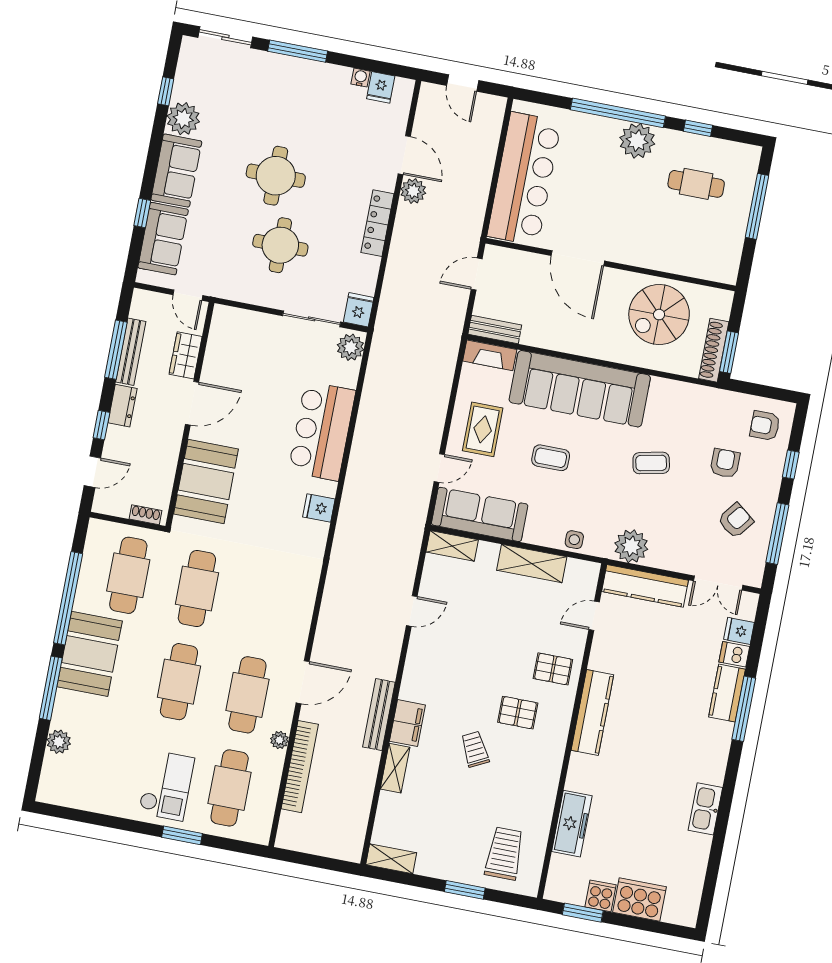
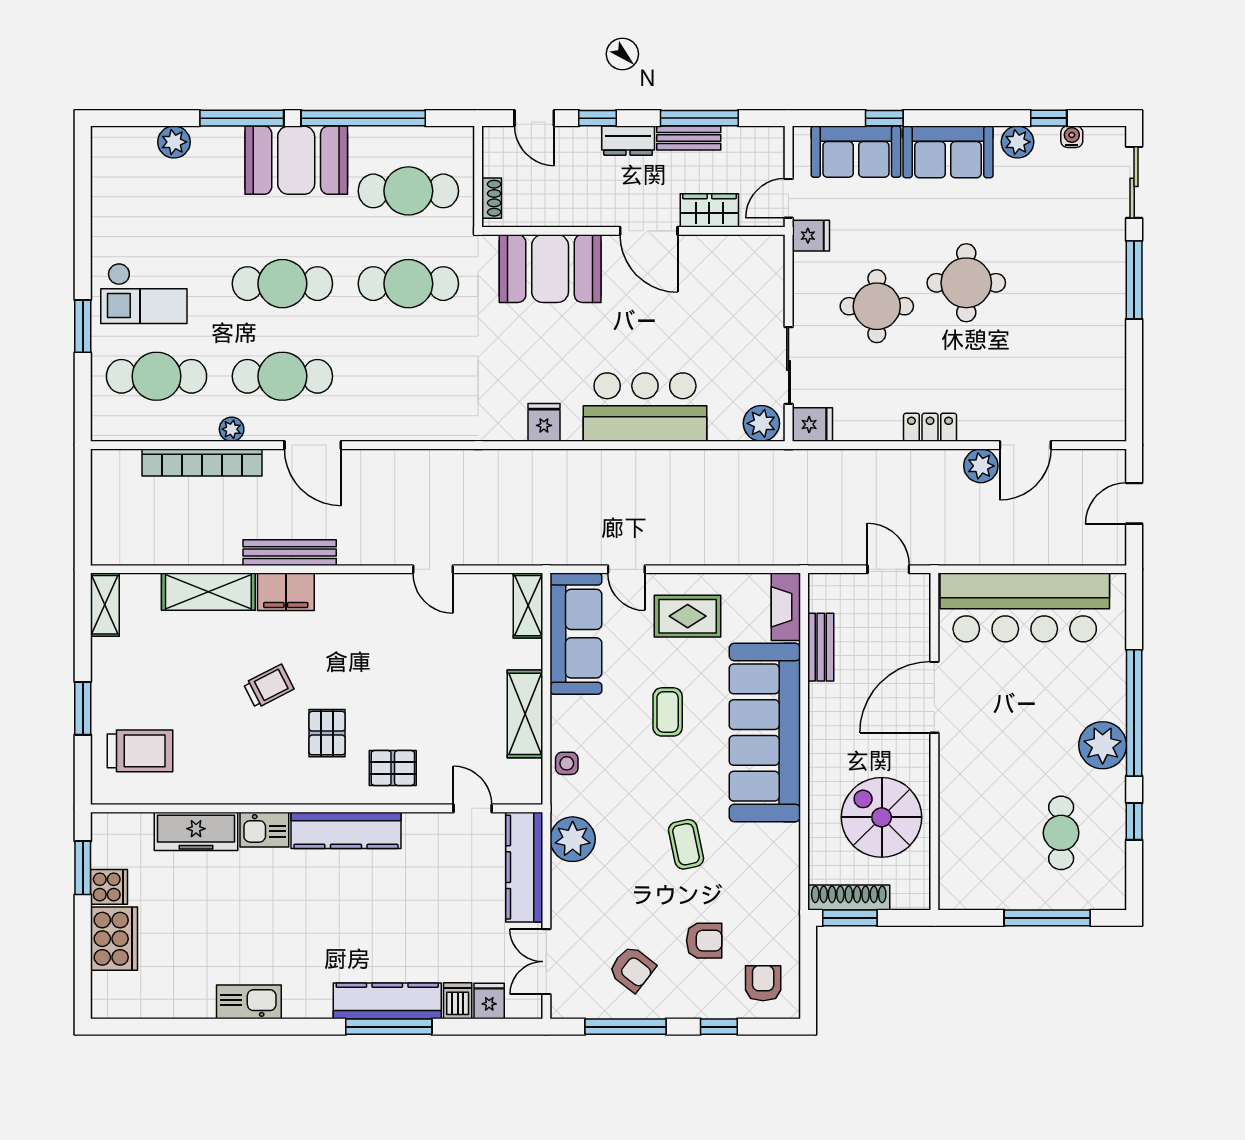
water cooler: (360, 78) -> (1072, 137), moved, turned -90
fridge: (381, 87) -> (811, 236), moved, turned 180
plant: (183, 119) -> (1017, 142), width x0.73, depth x0.73
locker: (377, 223) -> (930, 427), width x0.66
bench: (495, 330) -> (821, 647), moved
bench: (131, 352) -> (689, 138), width x0.73
pallet: (553, 669) -> (393, 768), turned 90
kitchen counter: (727, 693) -> (387, 1001), width x1.50
shelving: (395, 768) -> (208, 592), width x1.50, depth x1.33
kitchen sink: (580, 773) -> (264, 830), added

